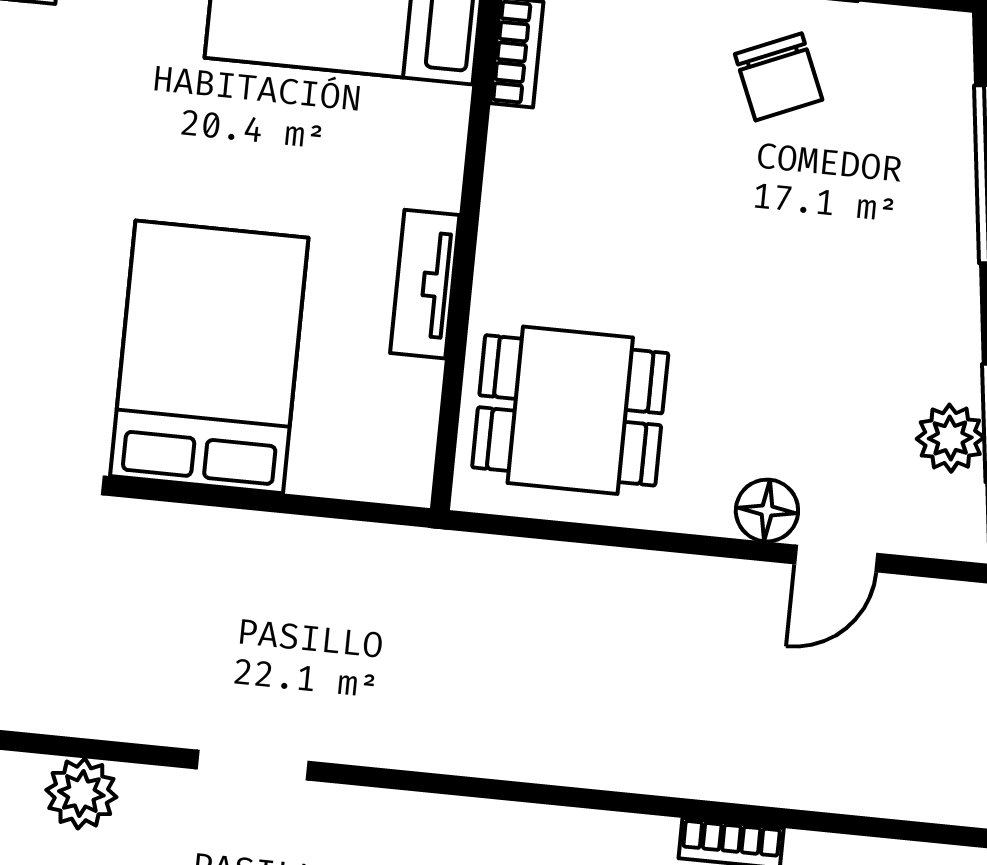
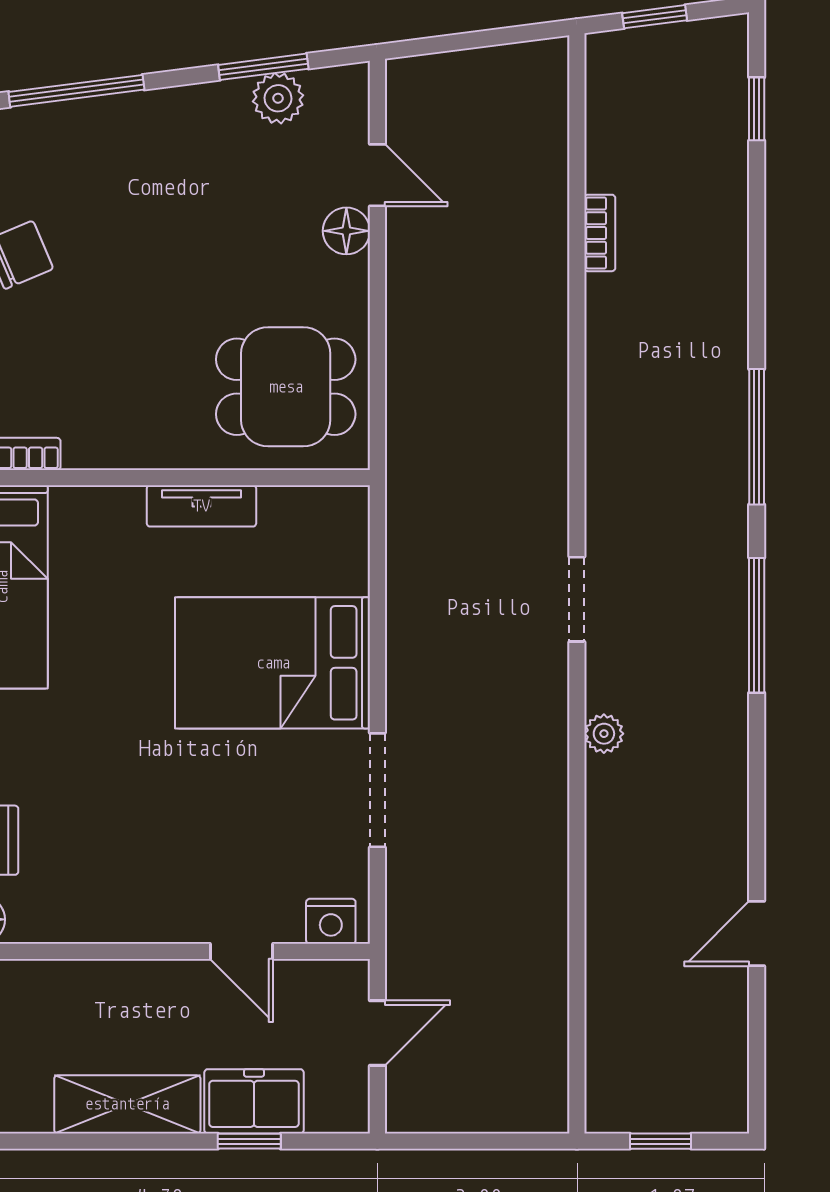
dining table: (570, 410) -> (286, 387), turned 90
plant: (81, 793) -> (604, 734), width x0.73, depth x0.73

